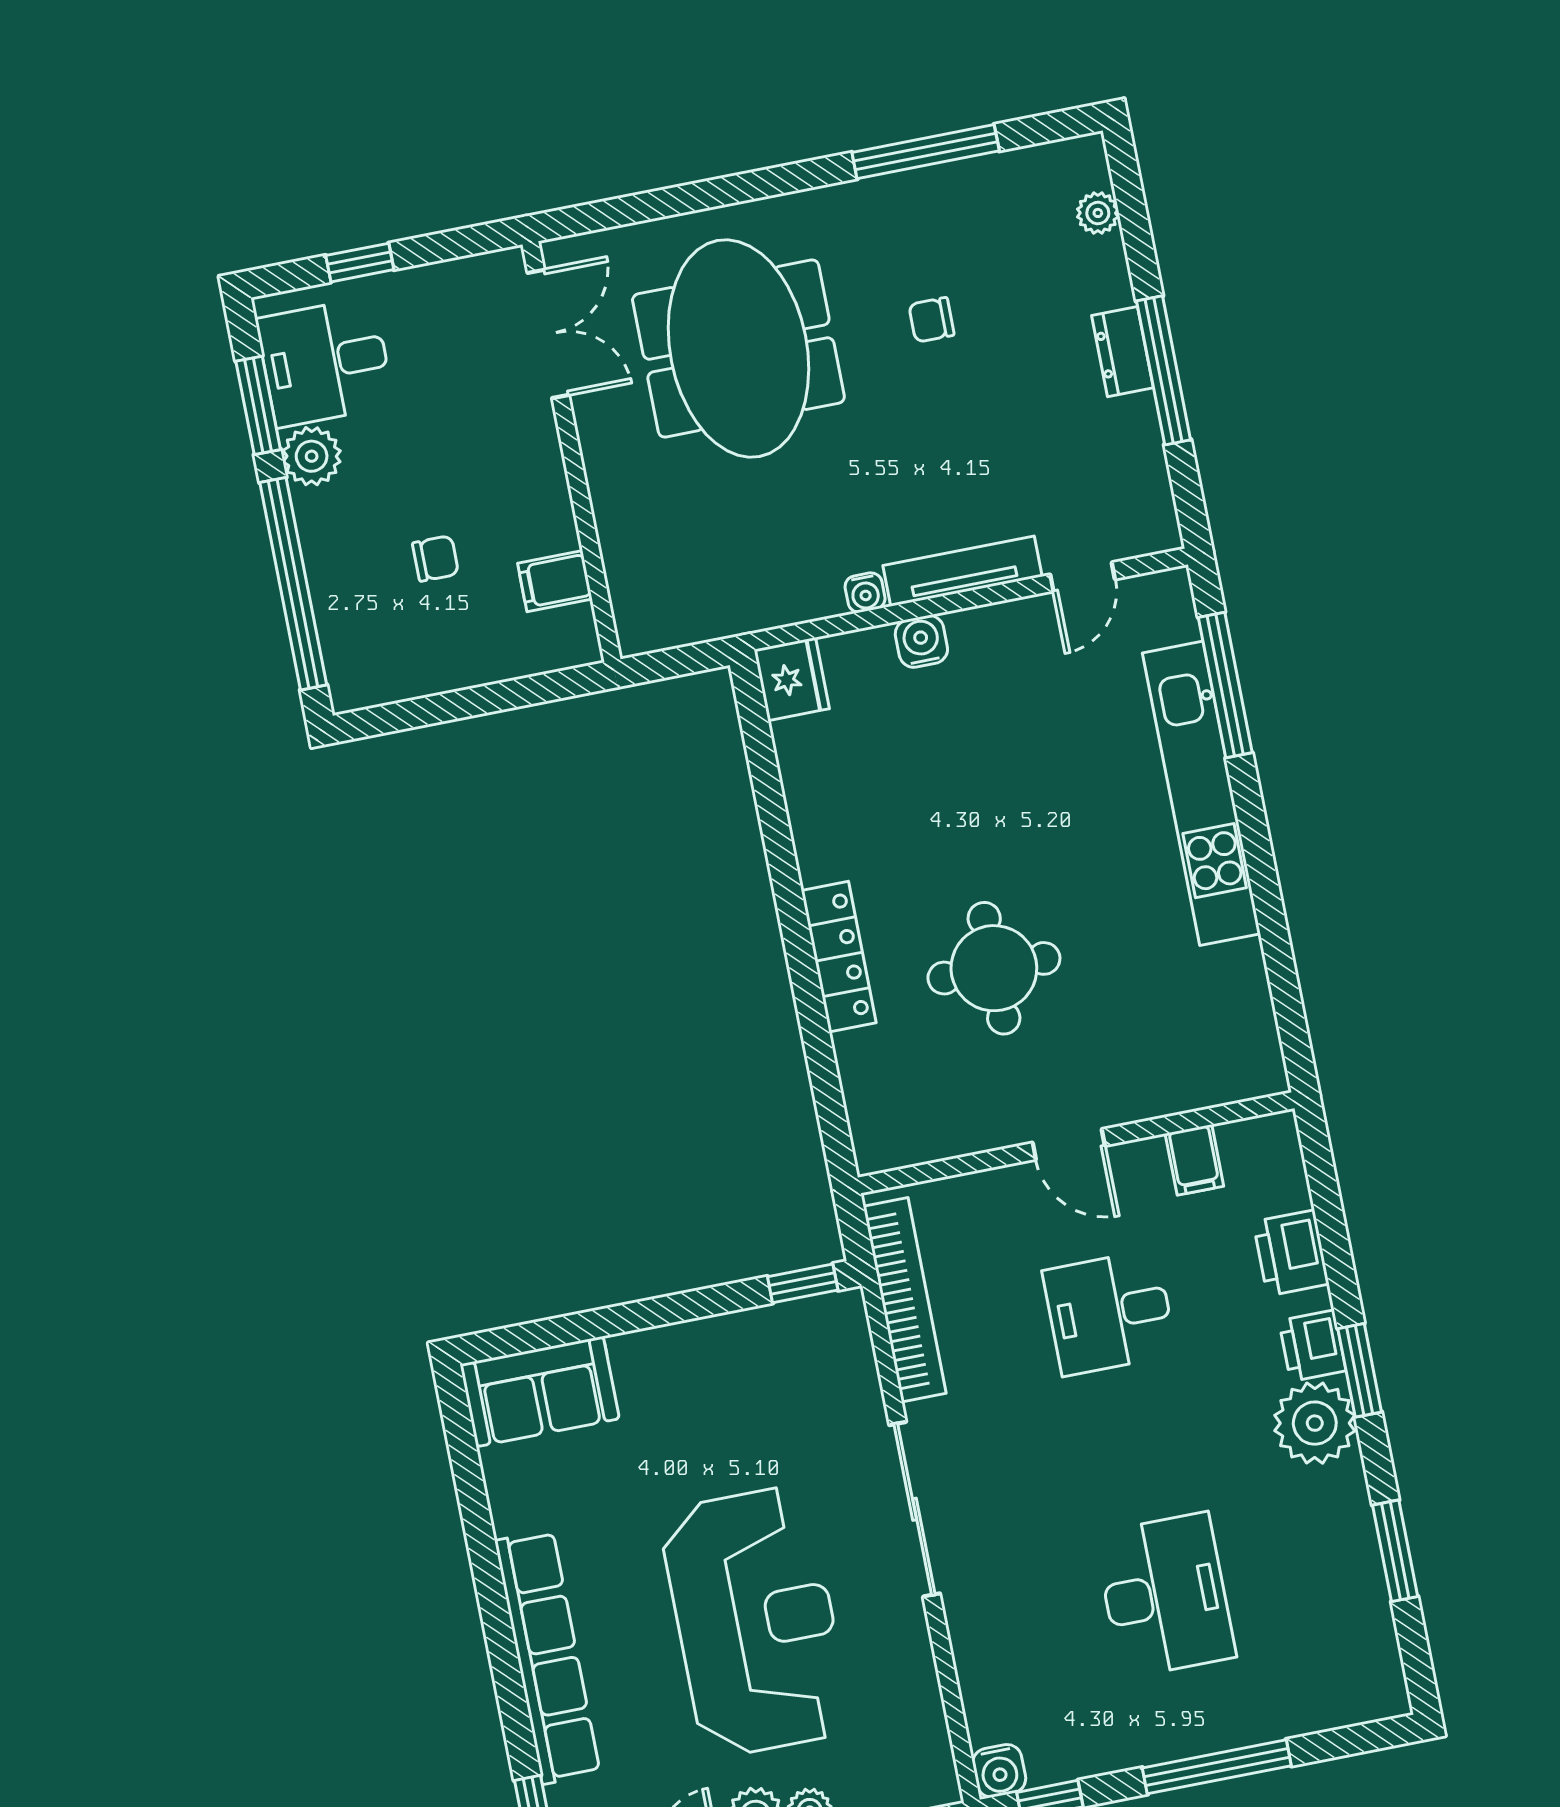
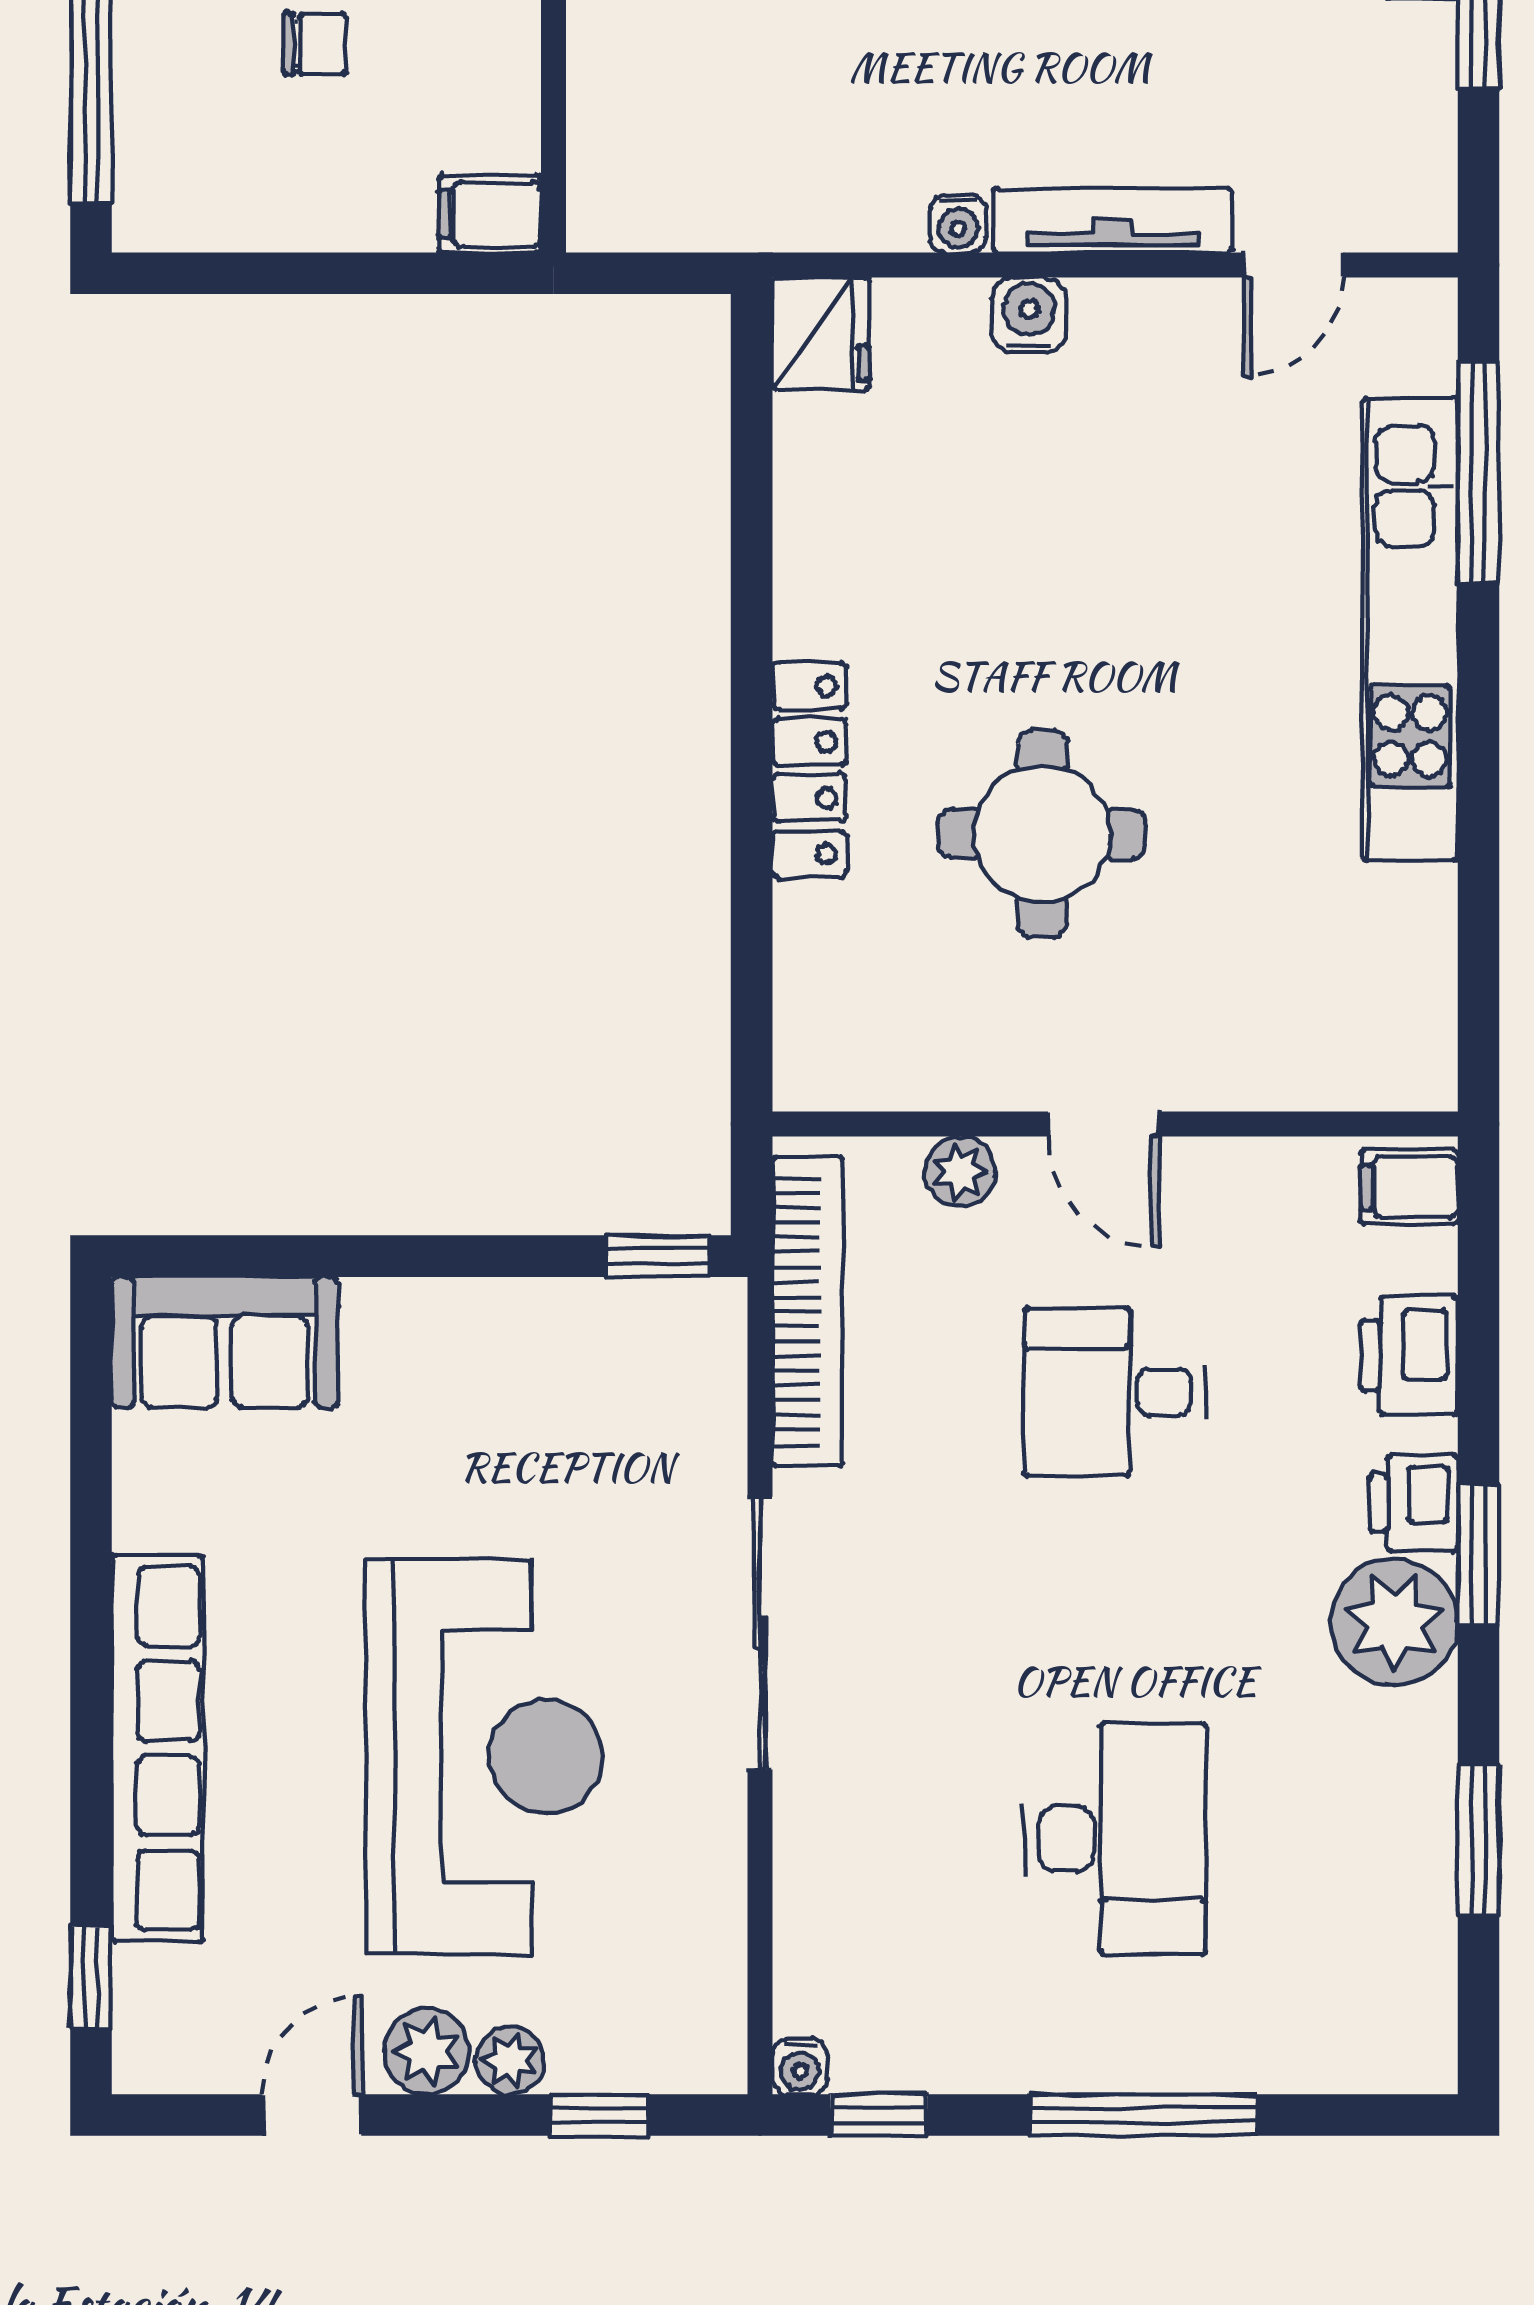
filing cabinet: (555, 581) -> (490, 214), moved
filing cabinet: (1194, 1160) -> (1409, 1187), moved, turned 90
plant: (984, 1192) -> (960, 1171), added
water cooler: (999, 1771) -> (800, 2067), width x0.72, depth x0.72

